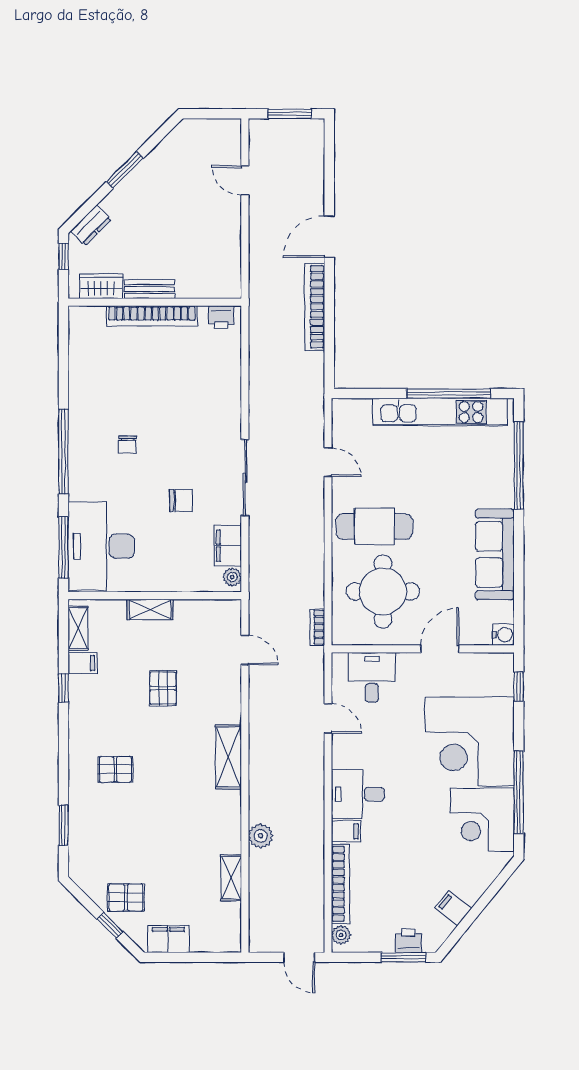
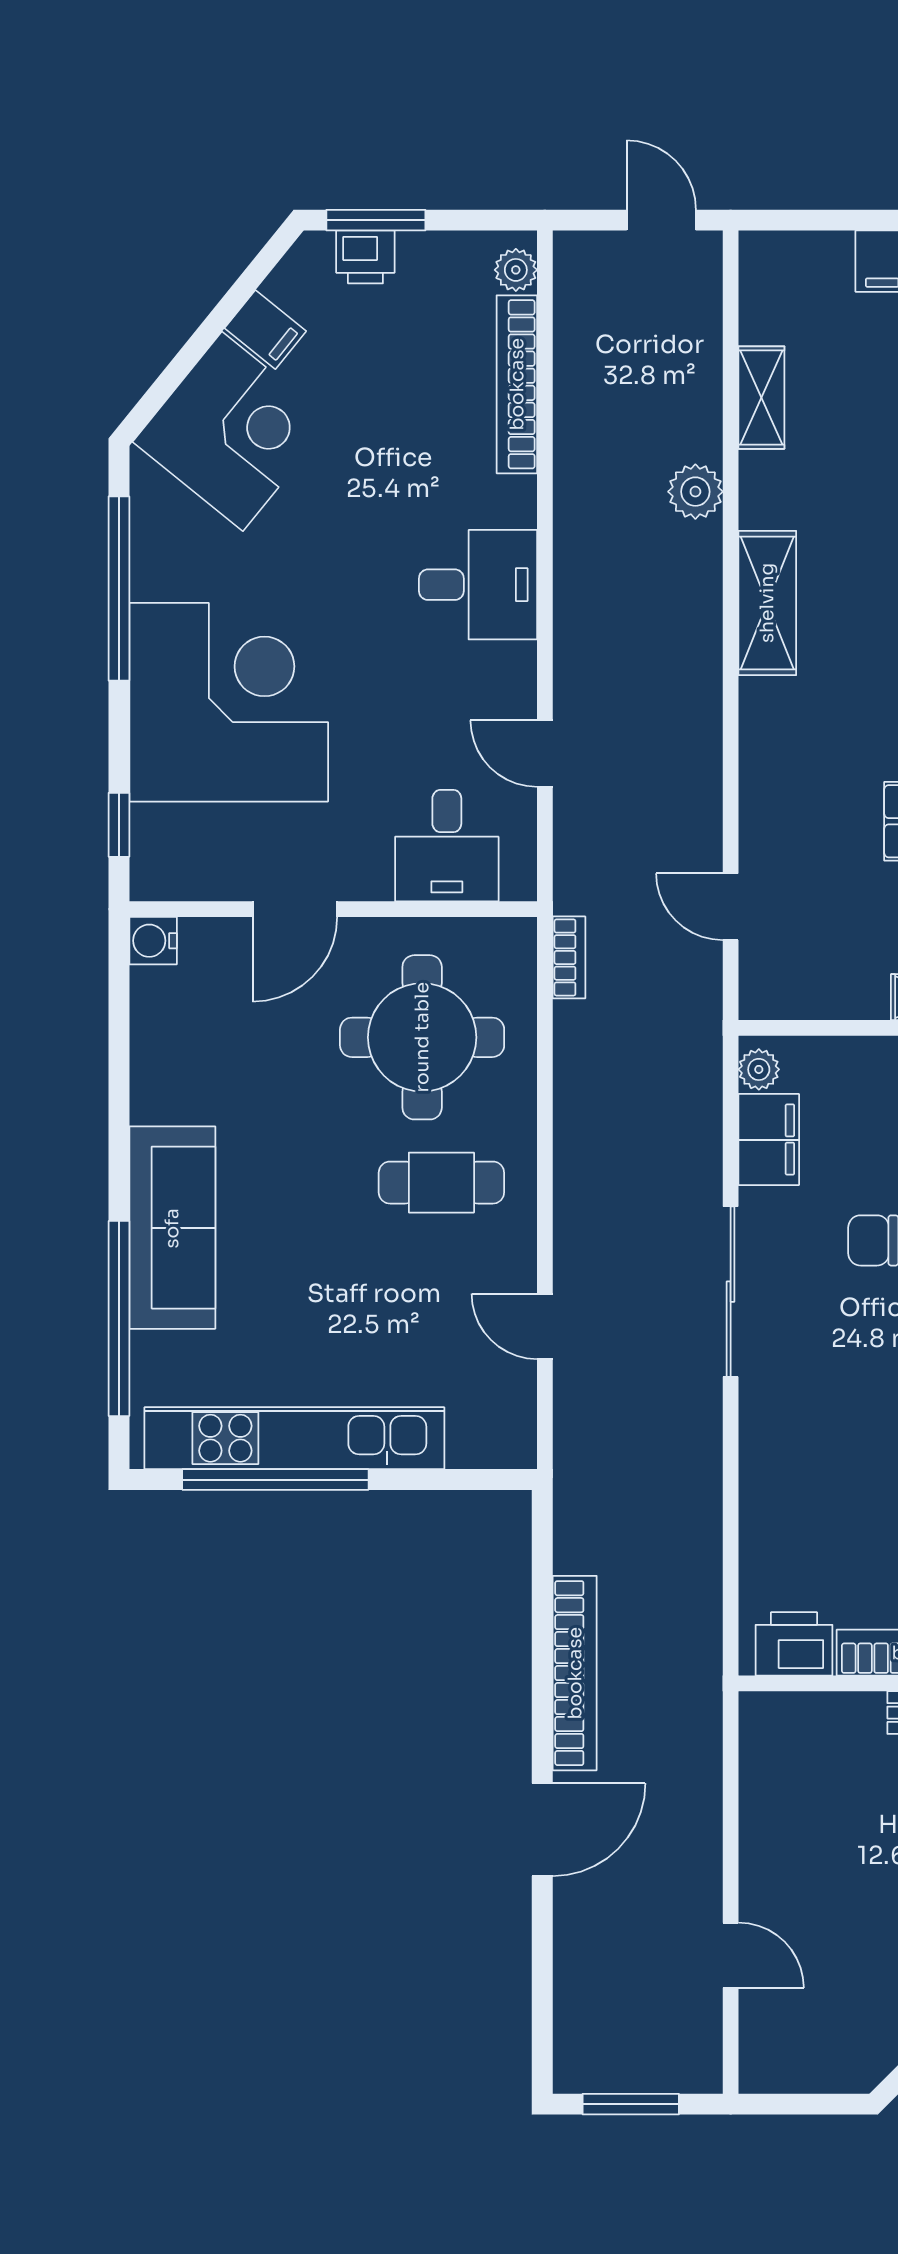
printer: (221, 317) -> (794, 1644), width x1.36, depth x1.24
cafe table: (374, 526) -> (441, 1183), width x0.73, depth x0.74
sofa: (495, 554) -> (172, 1228), moved
shelving: (228, 757) -> (767, 603), moved
corner desk: (482, 820) -> (232, 431), moved, turned 39
filing cabinet: (346, 831) -> (505, 502), removed
door: (299, 957) -> (661, 220), moved

